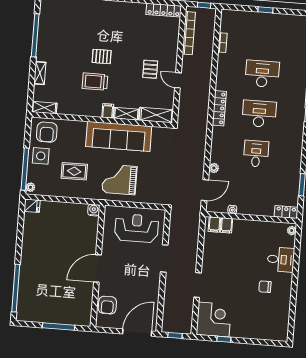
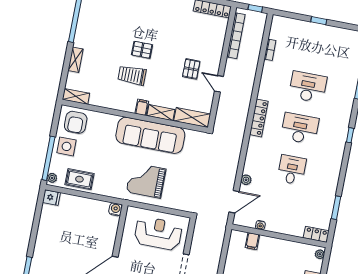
rug: (74, 171) -> (79, 179), moved
filing cabinet: (214, 225) -> (240, 239), removed

